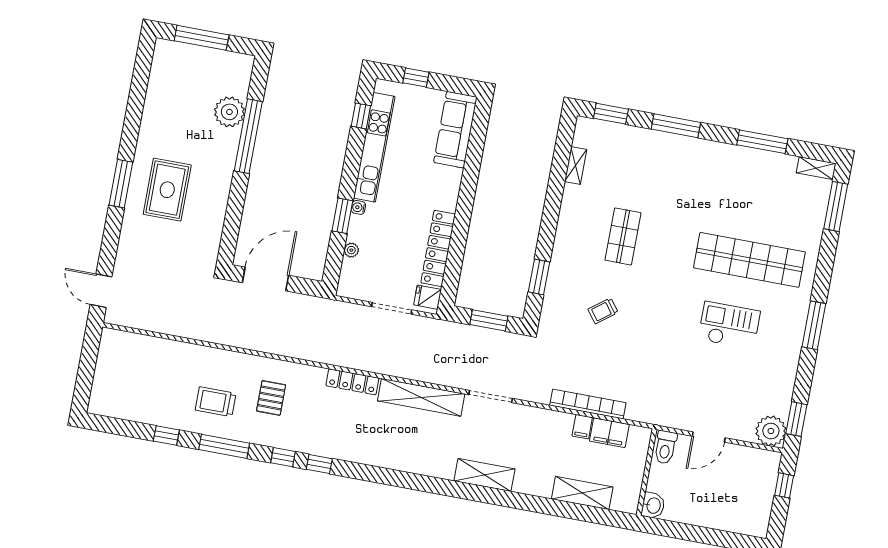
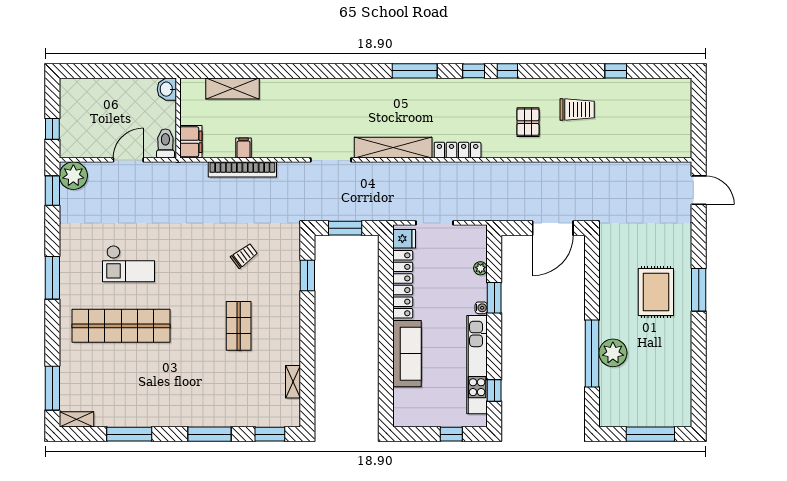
plant: (229, 112) -> (613, 353), moved
sofa: (455, 130) -> (407, 354), moved
filing cabinet: (609, 433) -> (191, 142), moved, turned 90
window: (224, 446) -> (415, 71), moved
shelving: (484, 475) -> (323, 88), removed

